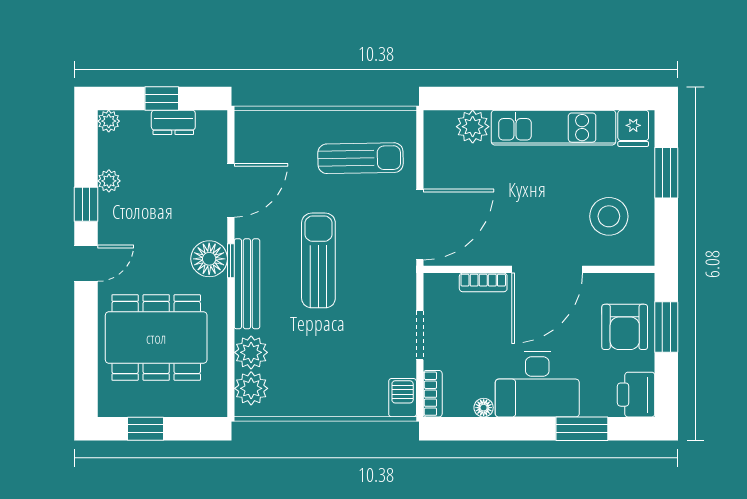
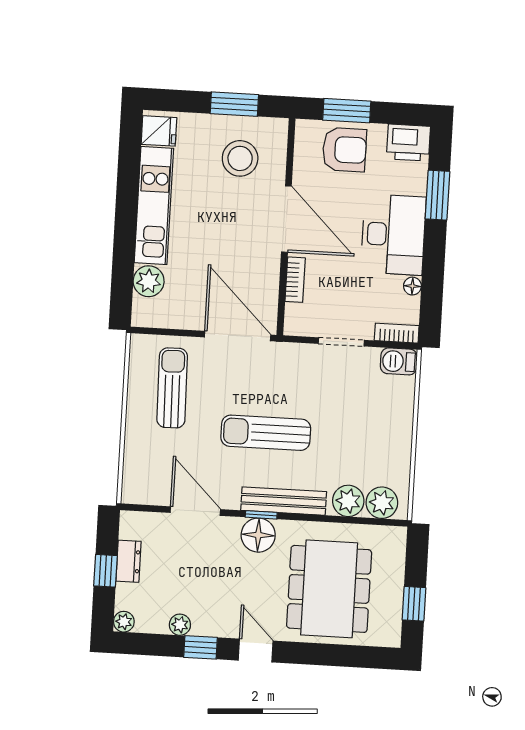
window: (666, 173) -> (234, 104), moved

